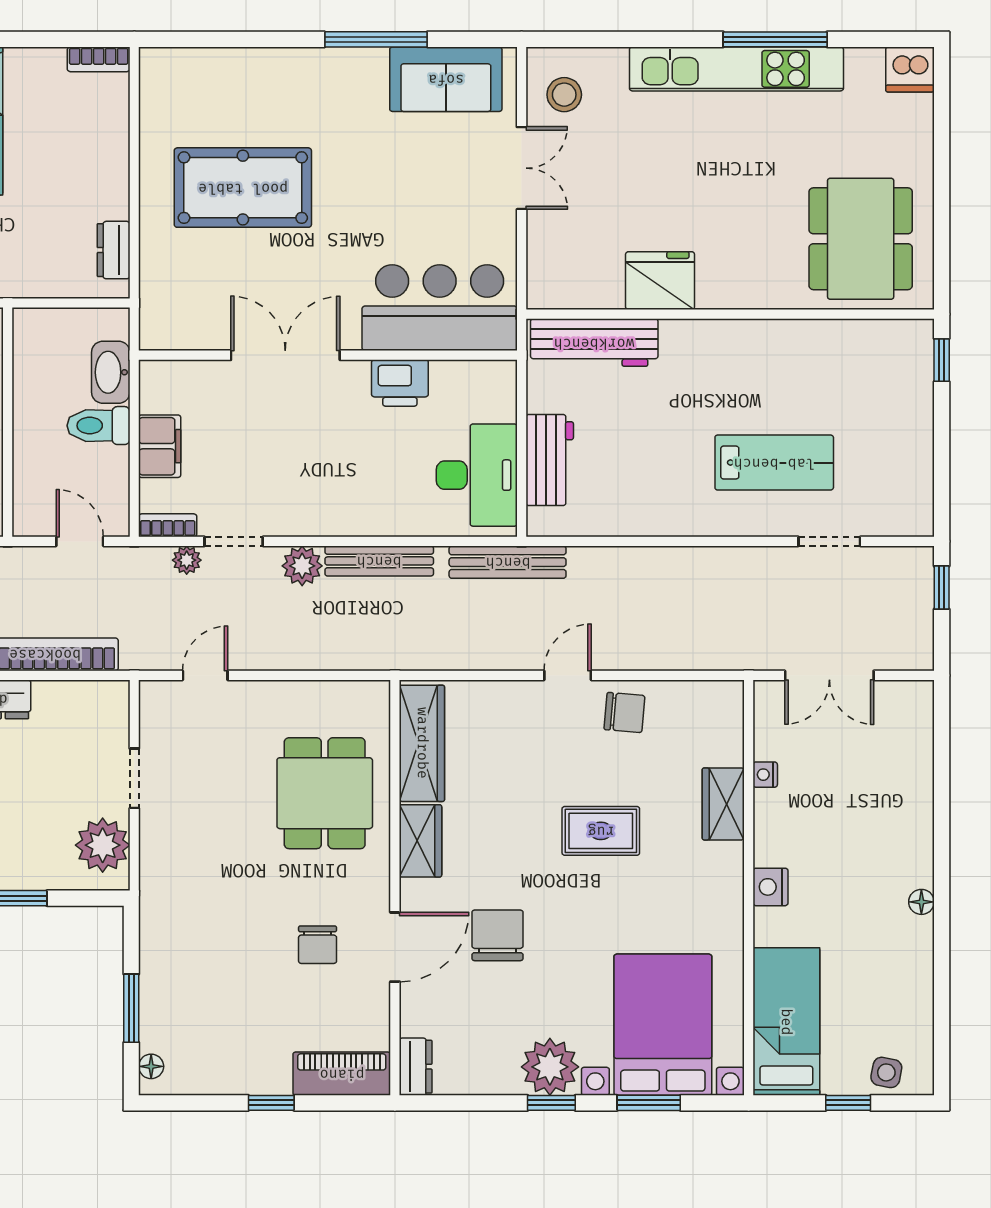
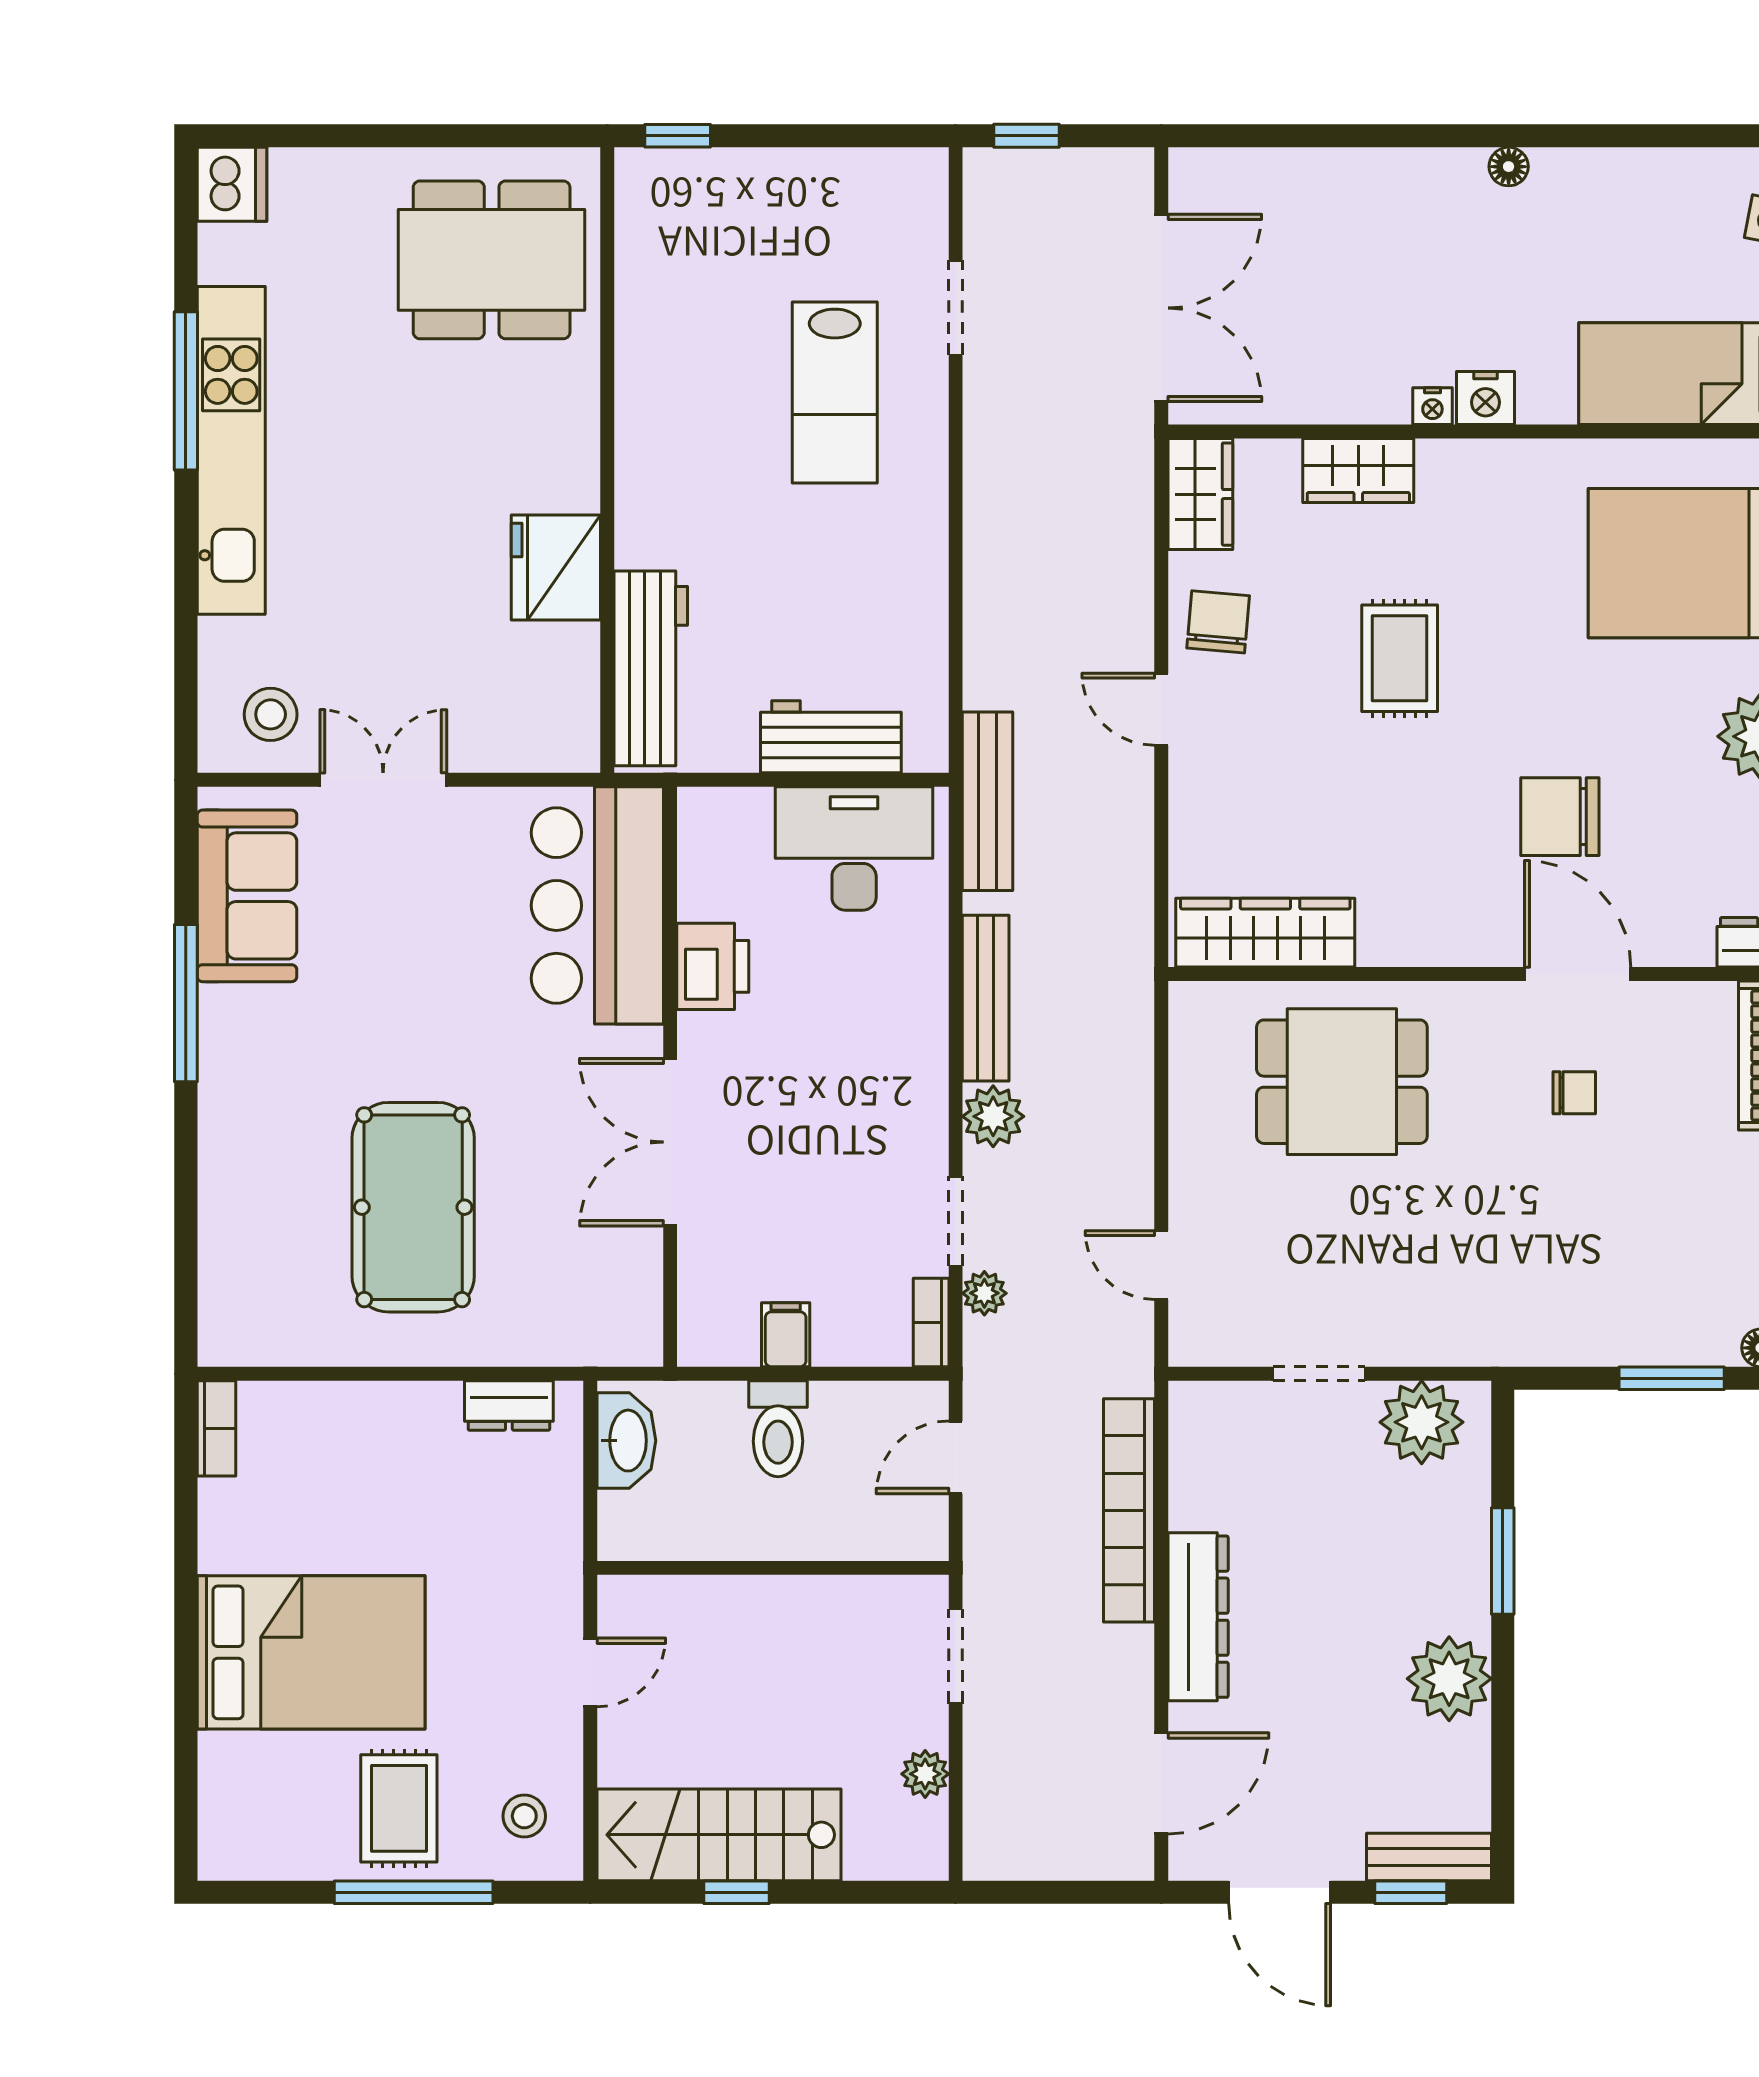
washbasin: (111, 372) -> (626, 1441), moved, turned -90
filing cabinet: (160, 446) -> (786, 1335), width x0.50
lab bench: (774, 463) -> (835, 392), turned 180
double door: (829, 675) -> (1161, 308), width x1.37
nightstand: (765, 775) -> (1432, 406), moved
wardrobe: (420, 841) -> (1200, 494), moved, turned 90
chair: (318, 945) -> (1574, 1093), width x0.73, depth x0.73

